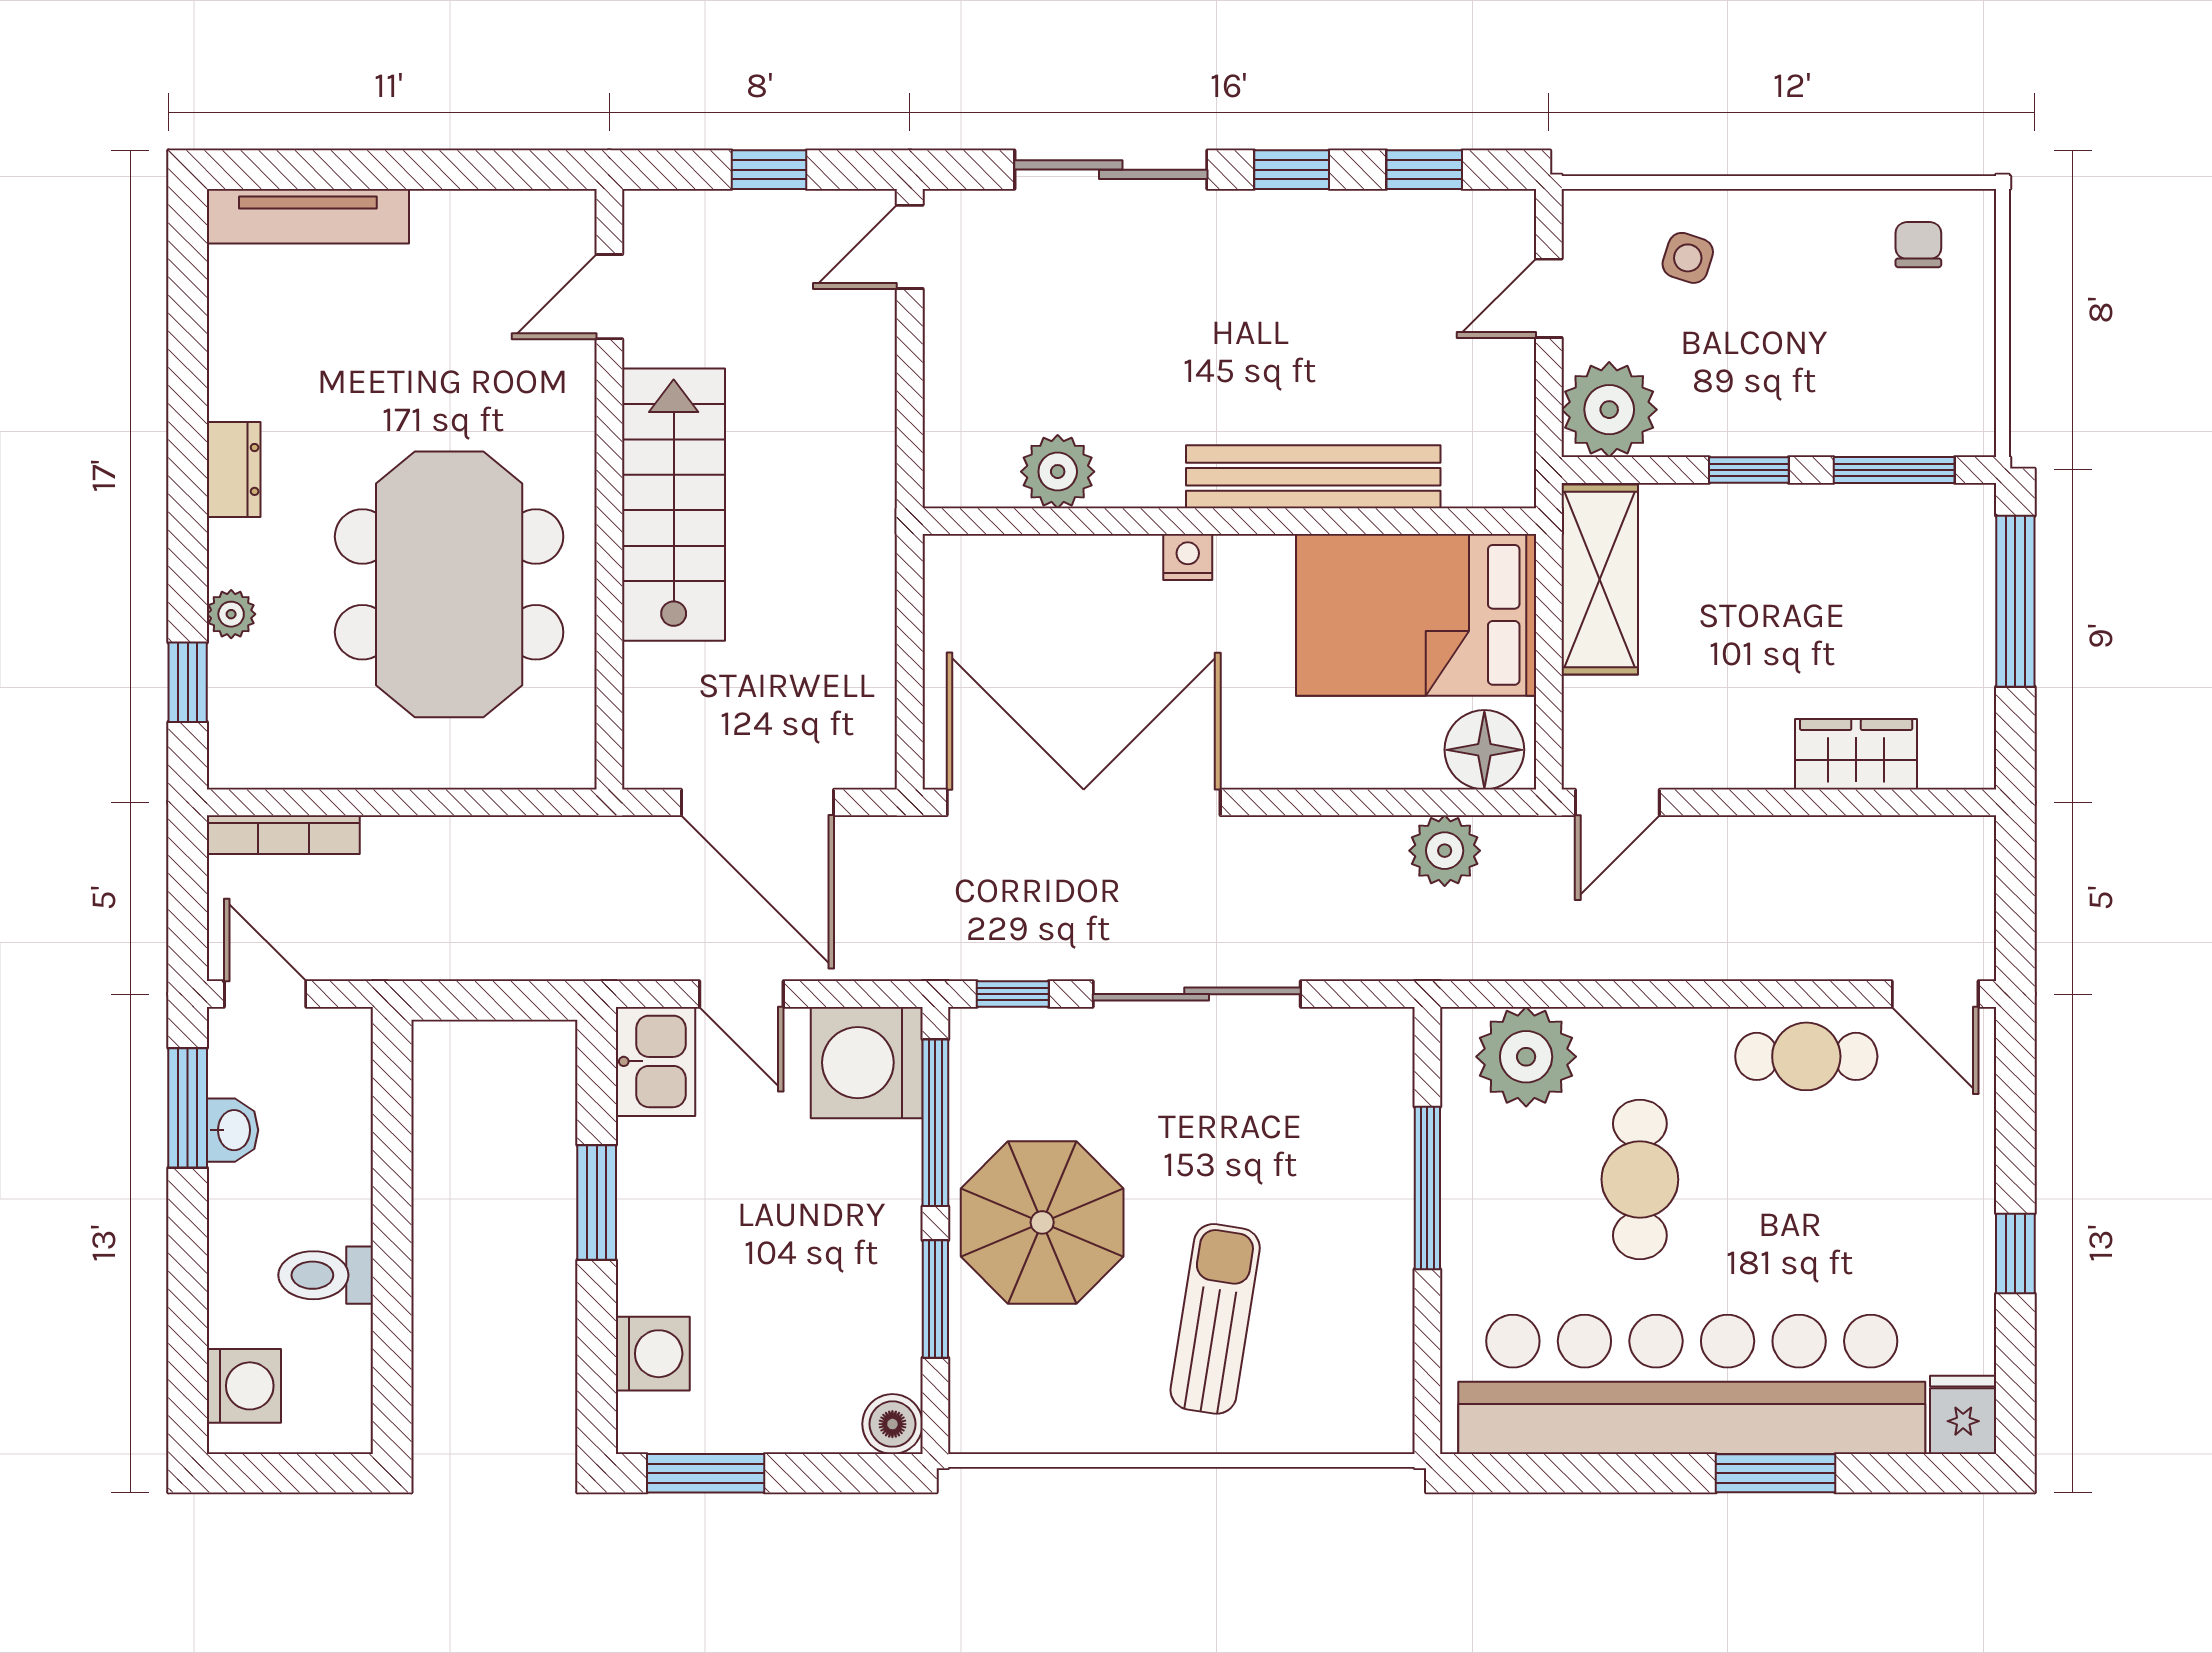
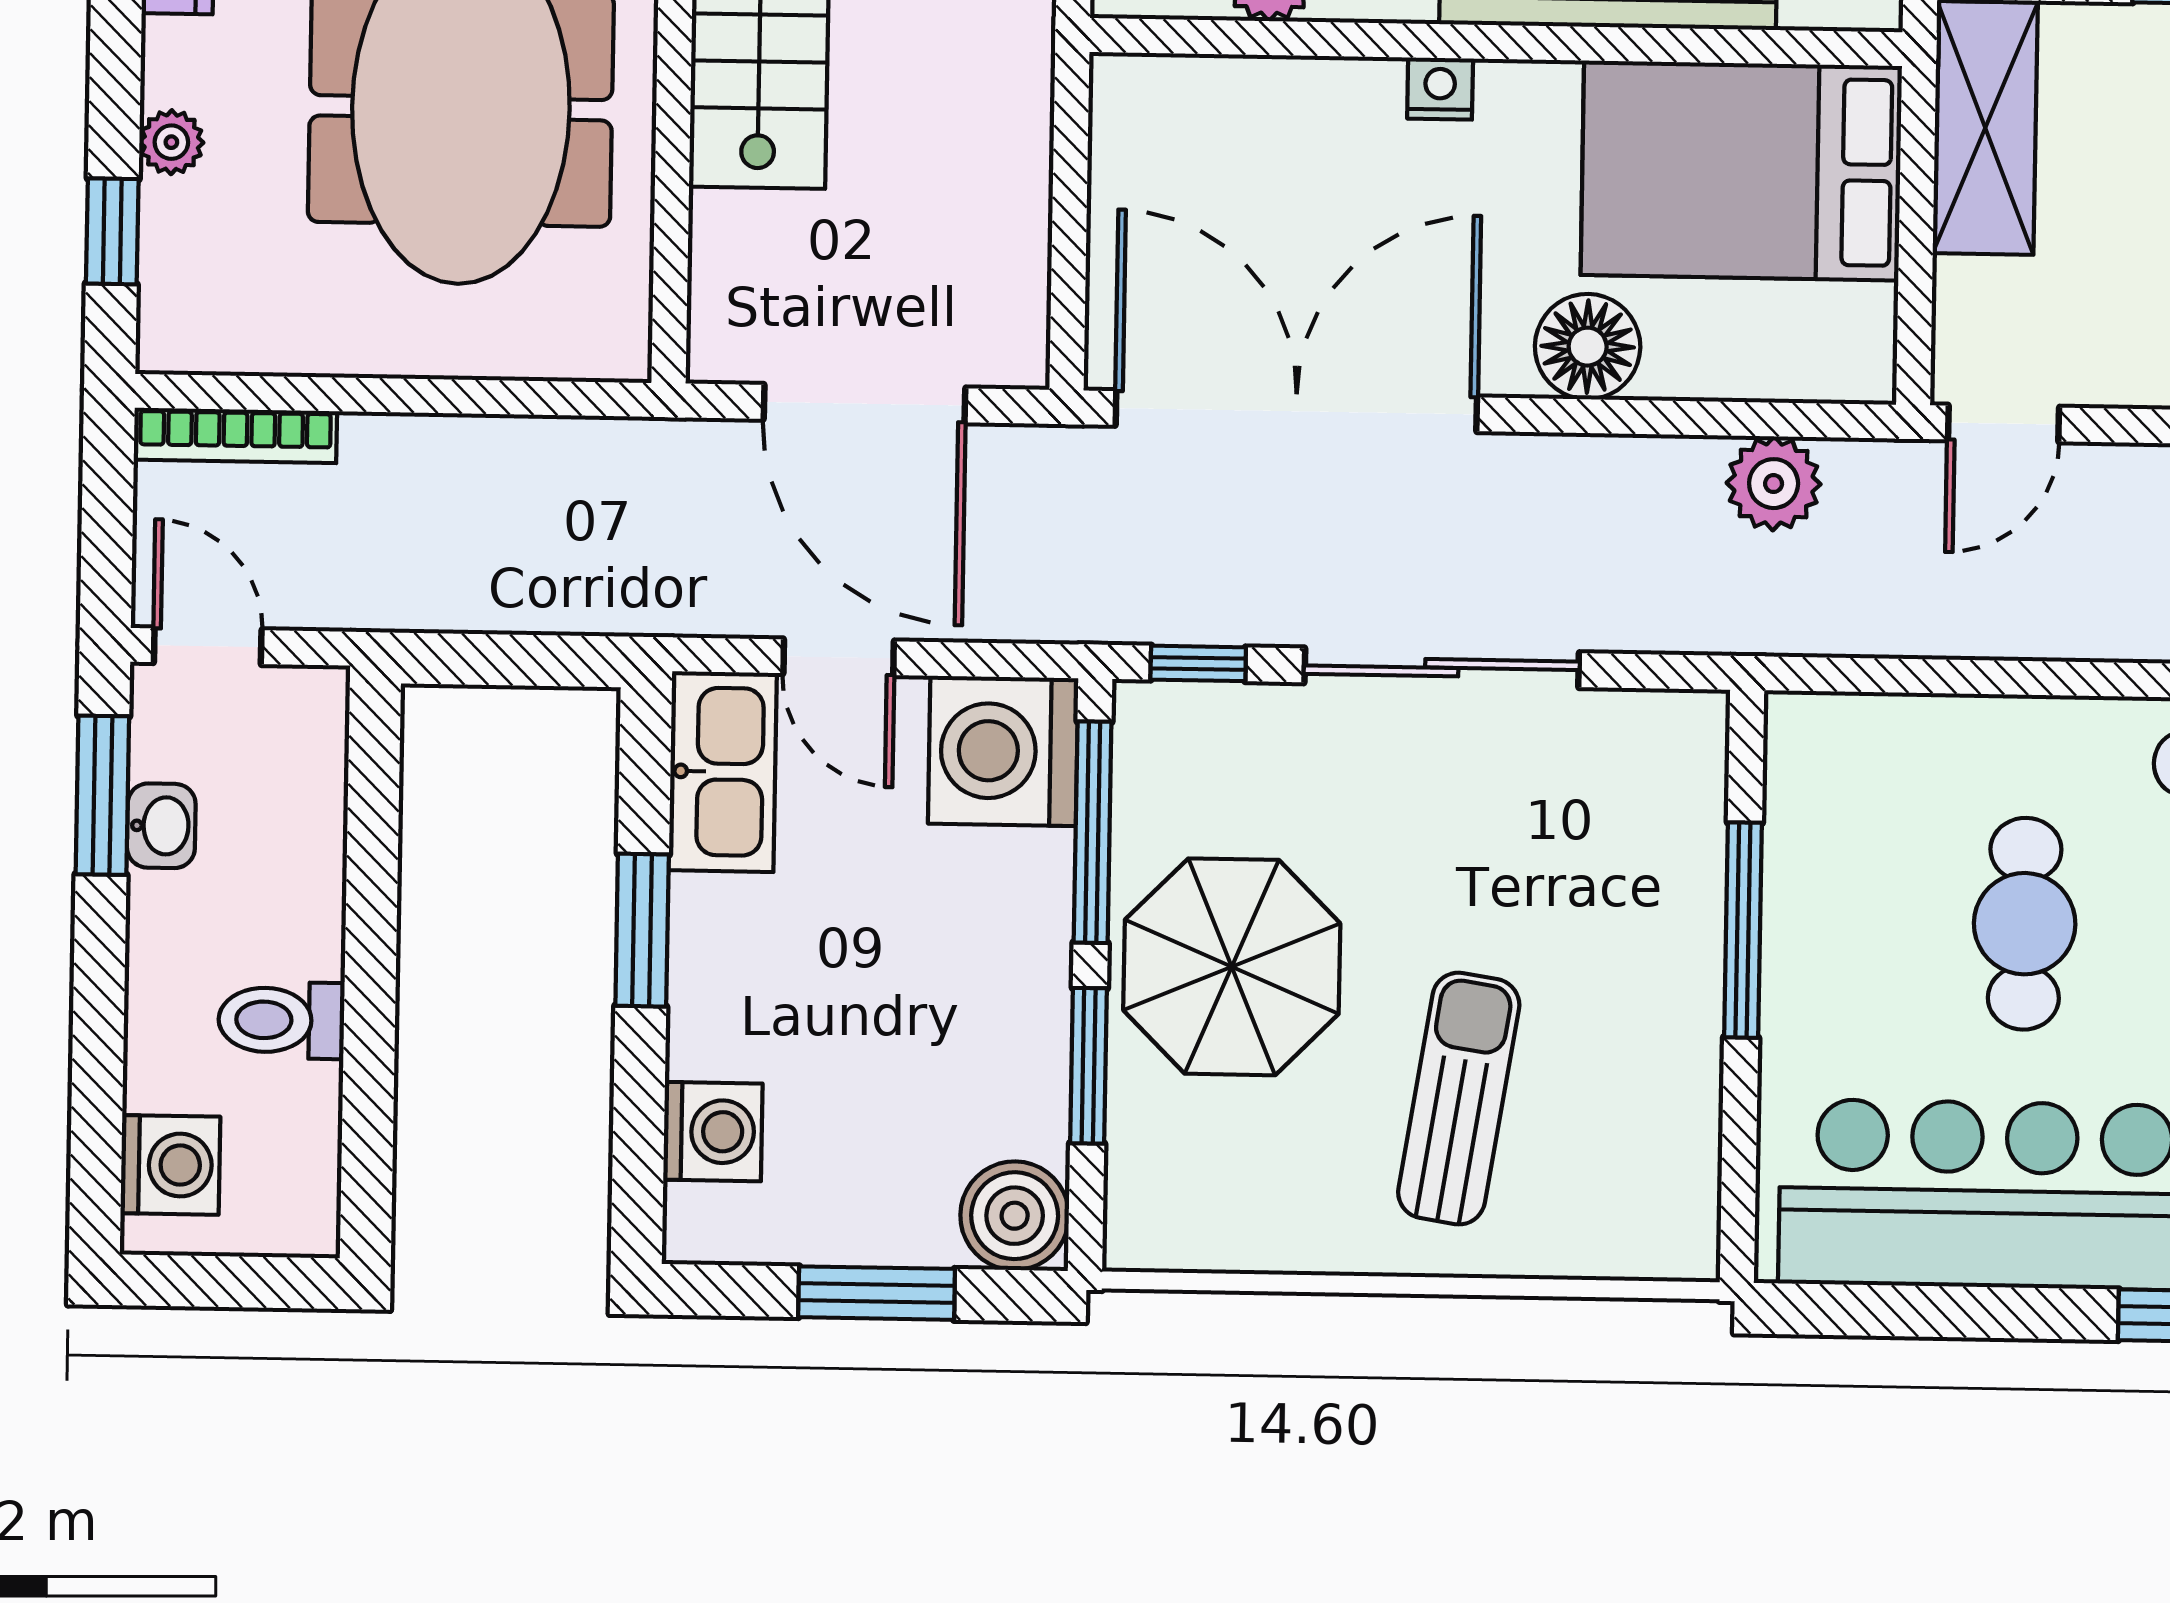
floor lamp: (1484, 750) -> (1588, 347), moved
plant: (1526, 1057) -> (1877, 758), removed
kitchen sink: (655, 1061) -> (723, 772), width x1.38
boiler: (892, 1424) -> (1015, 1216), width x1.36, depth x1.36
window: (706, 1473) -> (877, 1293), moved

